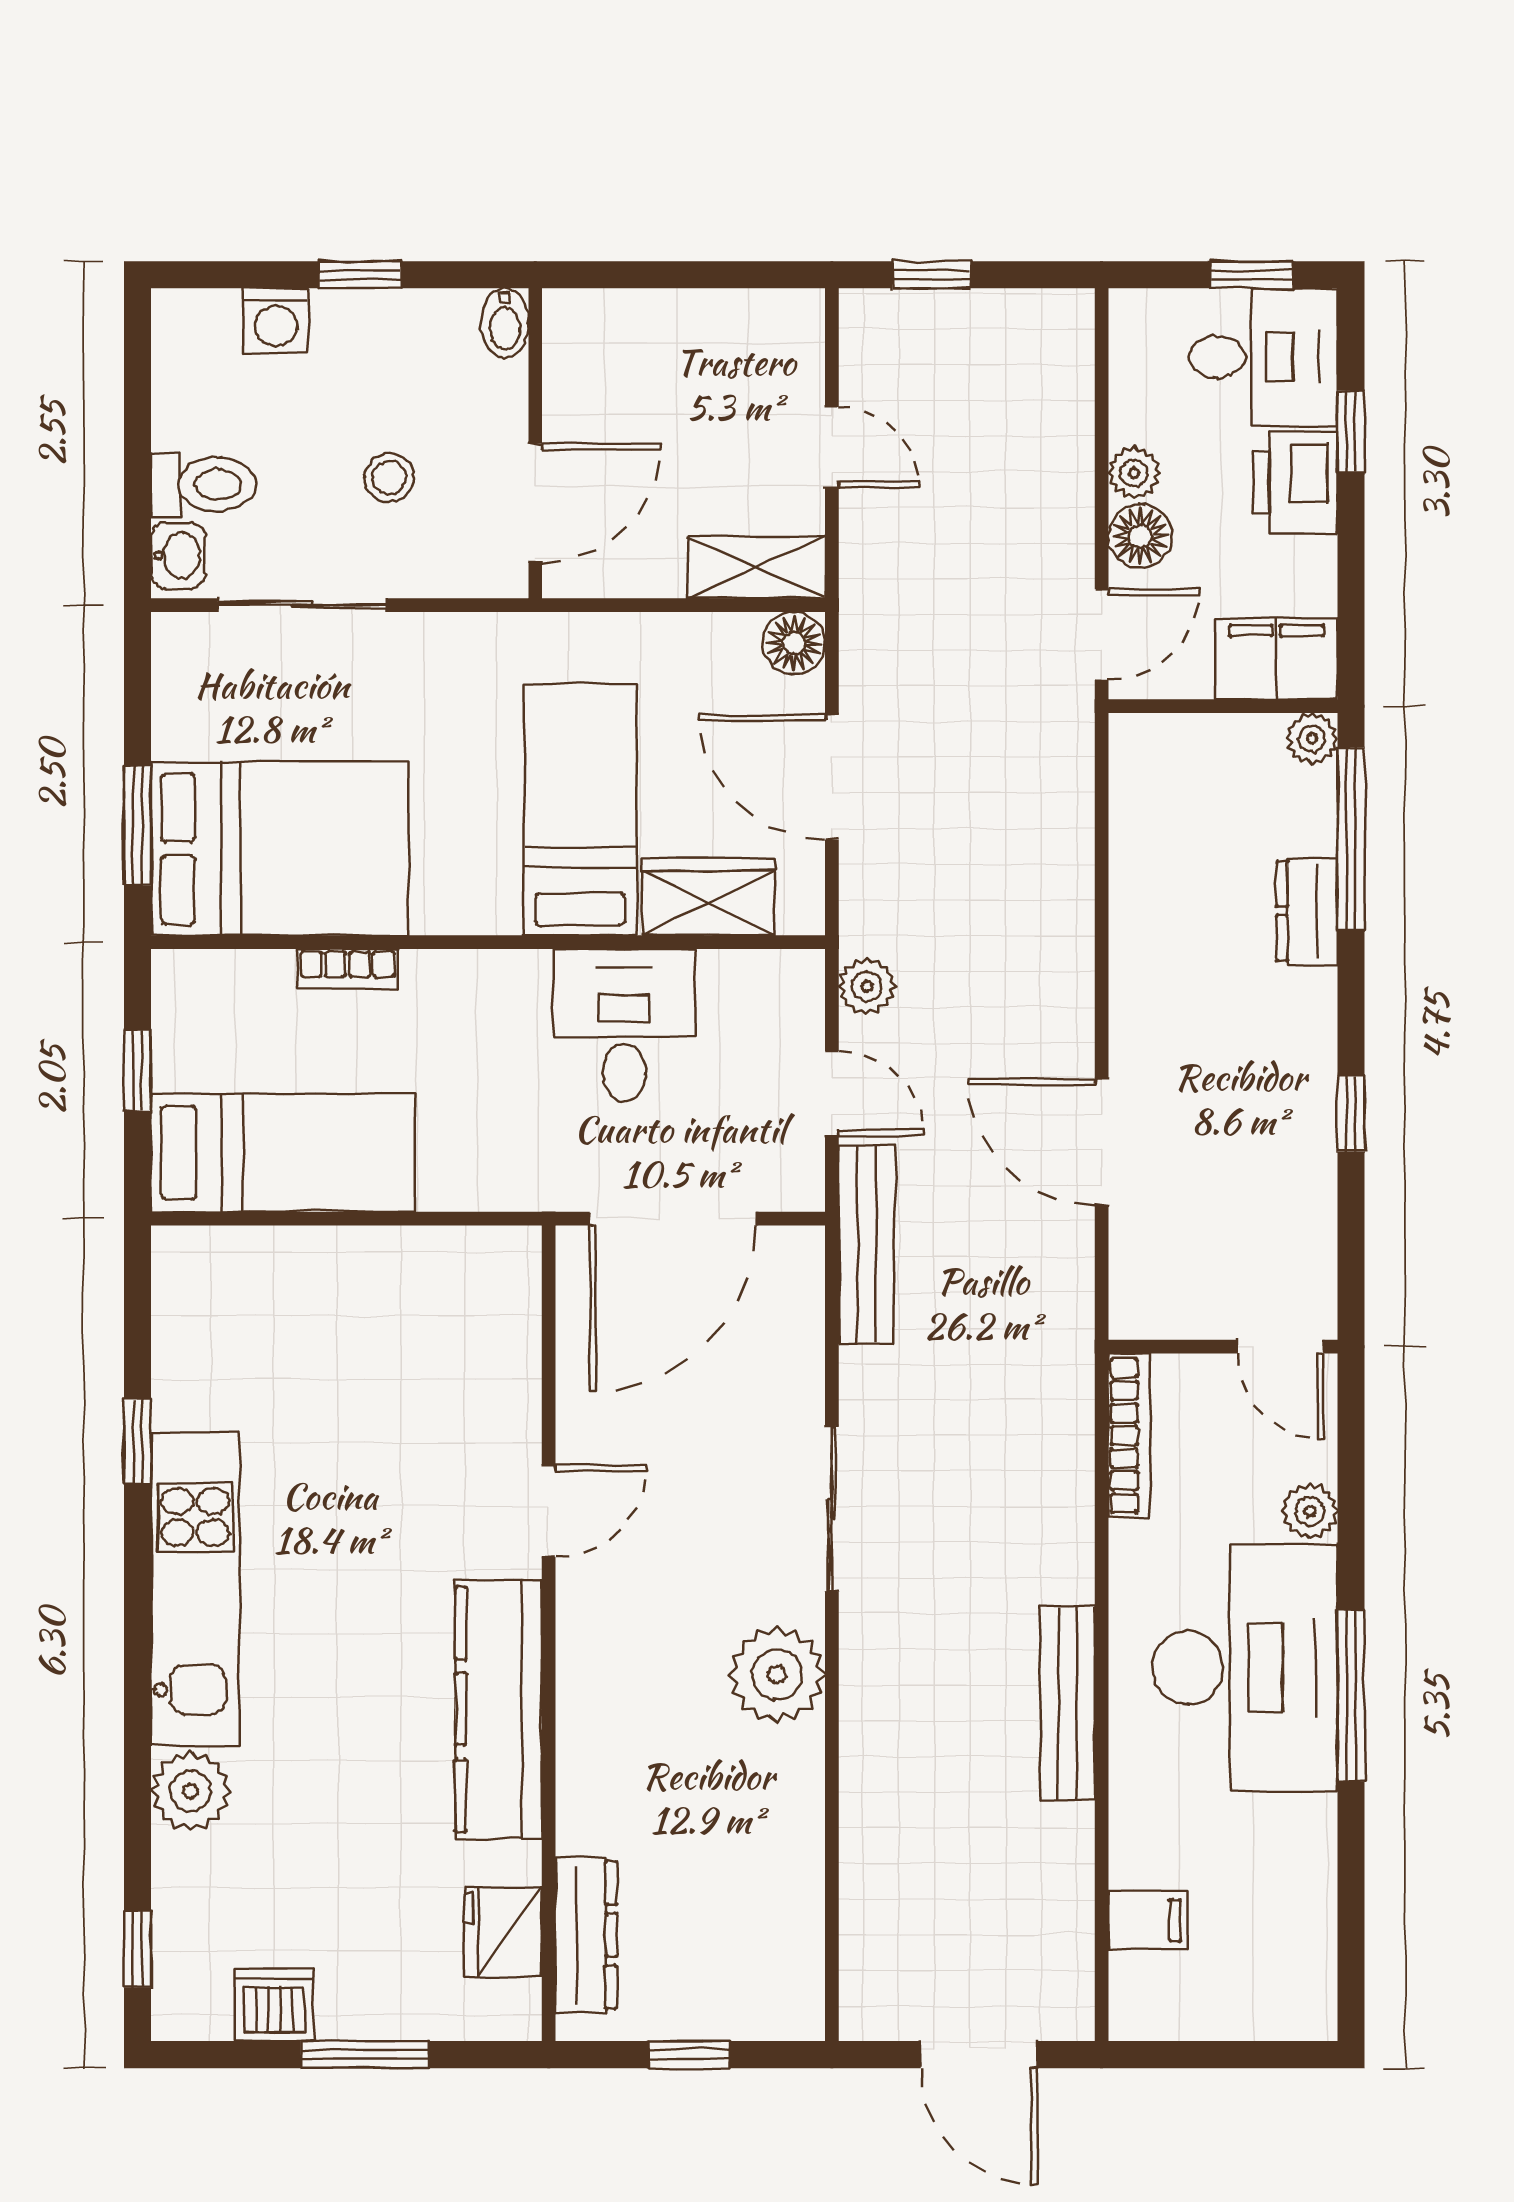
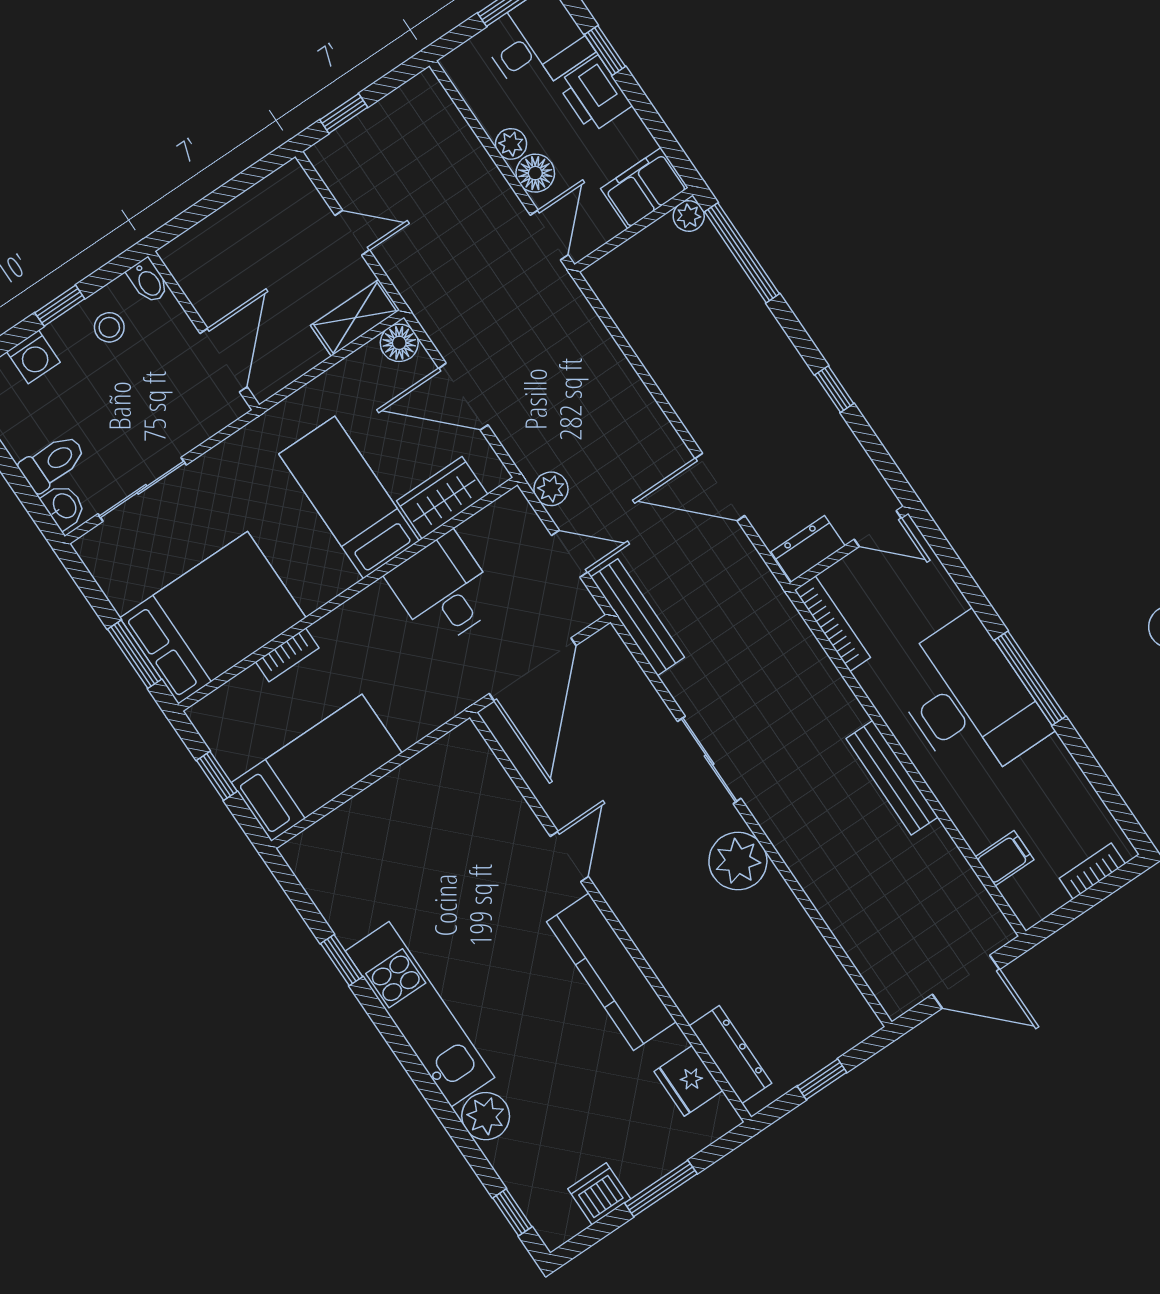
stool: (389, 478) -> (109, 327), moved
dresser: (1307, 911) -> (808, 549), moved, turned 90
plant: (1310, 1511) -> (948, 600), removed
bookcase: (1257, 2020) -> (1092, 871), added

